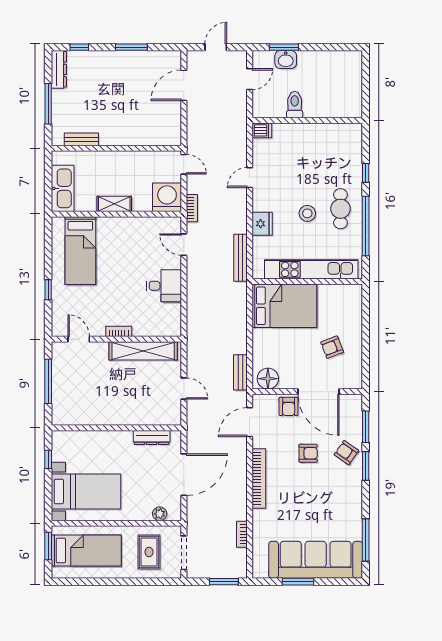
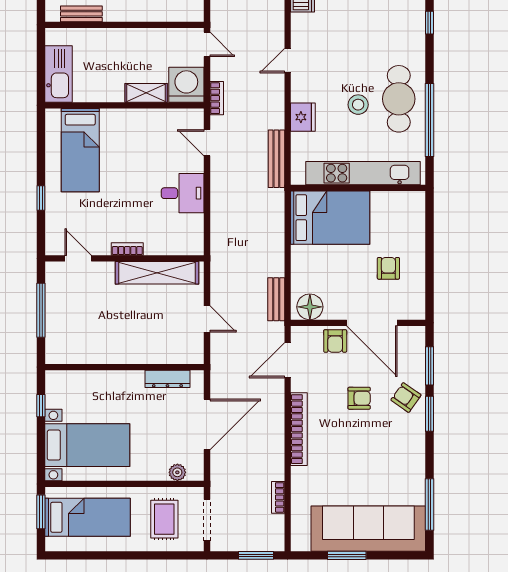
window: (366, 173) -> (429, 23), moved
shelving: (114, 204) -> (146, 93), moved
cafe table: (340, 209) -> (399, 99), width x1.37, depth x1.35
armchair: (332, 347) -> (388, 268), turned 111

